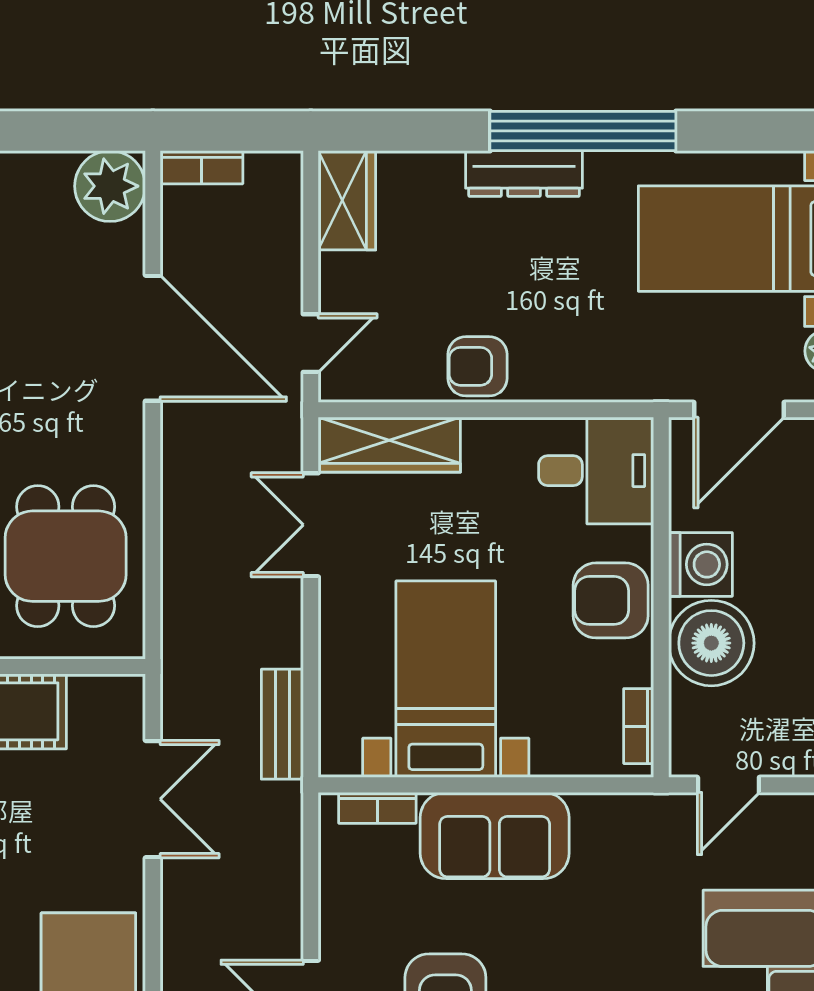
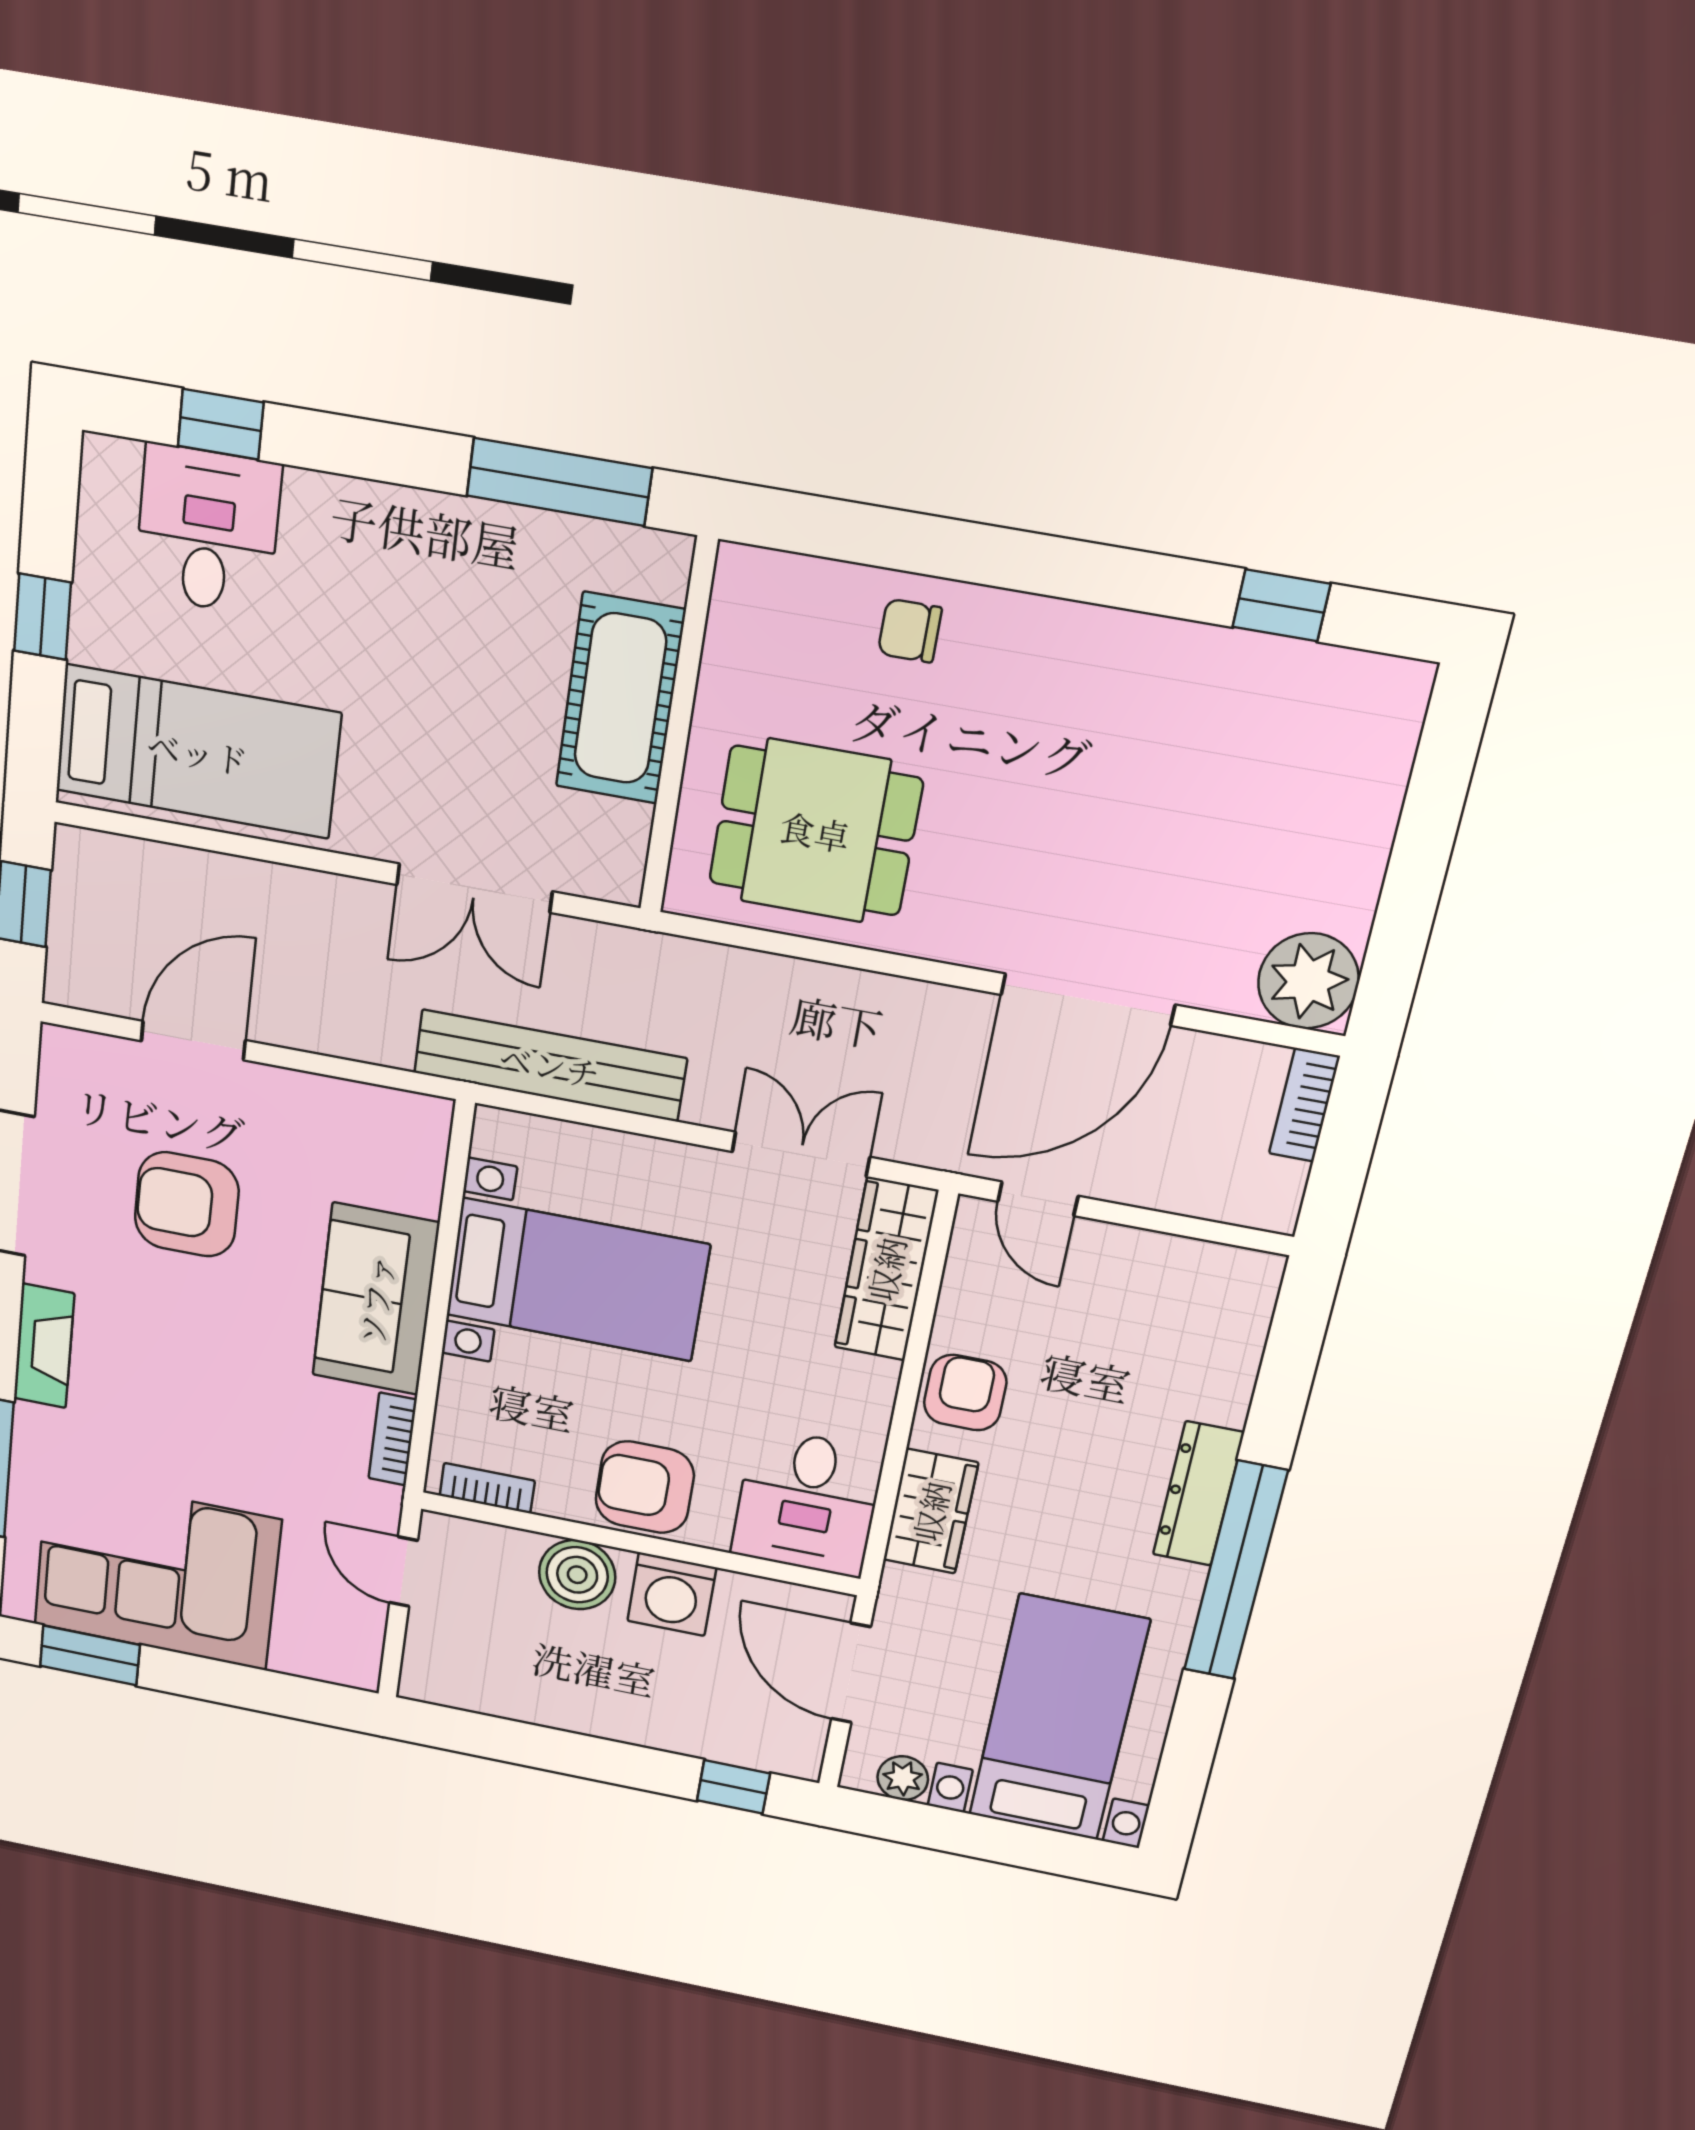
wardrobe: (347, 200) -> (931, 1511), moved, turned -90
armchair: (611, 600) -> (645, 1487), turned -90
boiler: (711, 643) -> (577, 1575), width x0.73, depth x0.73
bench: (282, 724) -> (550, 1065), width x1.86, depth x1.21
bookcase: (377, 808) -> (393, 1439), moved

